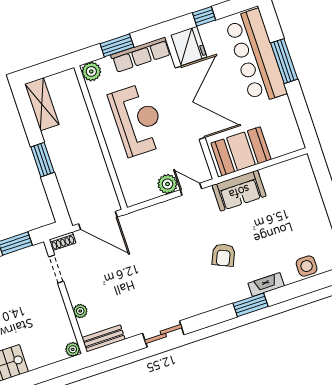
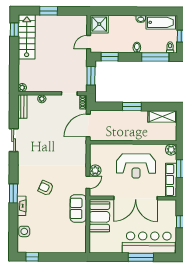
fridge: (189, 46) -> (167, 208), removed

